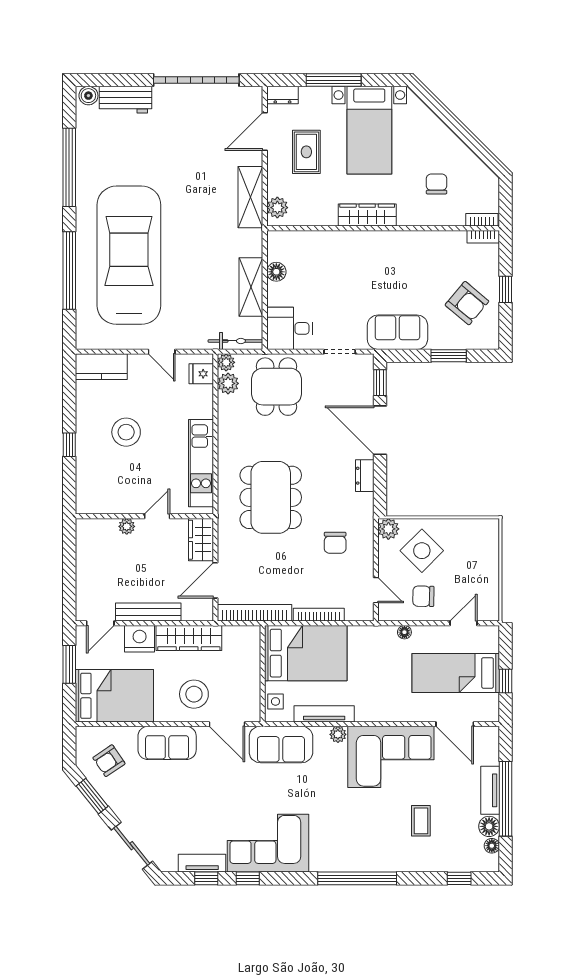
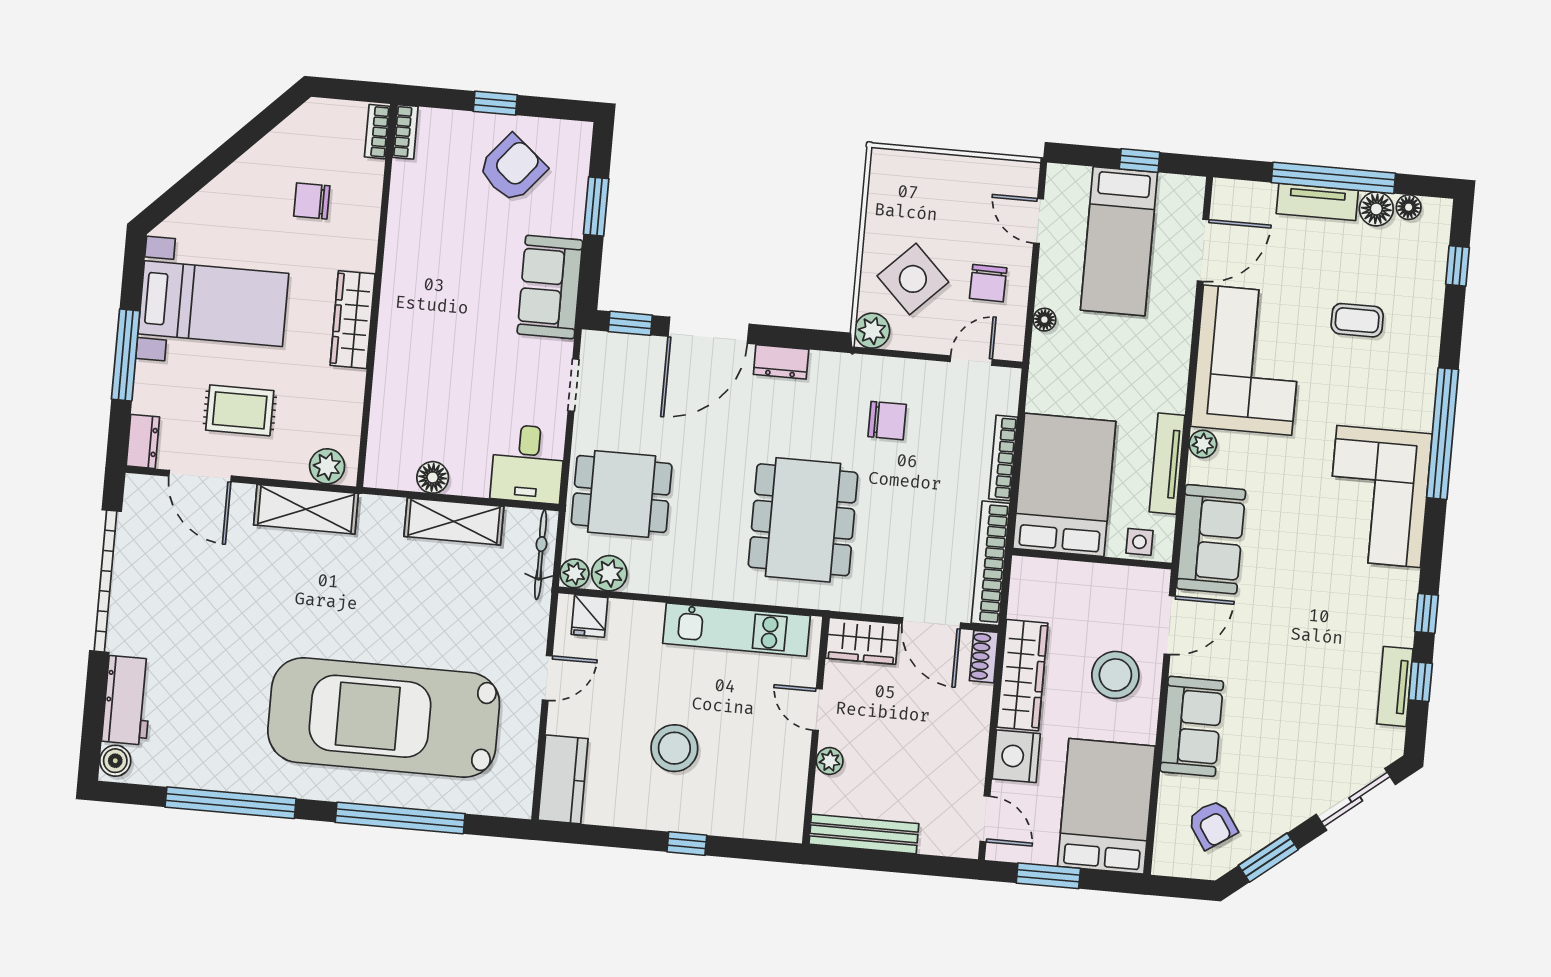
dining table: (271, 497) -> (803, 520), turned 90
bench: (148, 612) -> (864, 834), moved, turned 90
shoe rack: (198, 614) -> (984, 657), added
corner sofa: (268, 843) -> (1379, 496), moved

